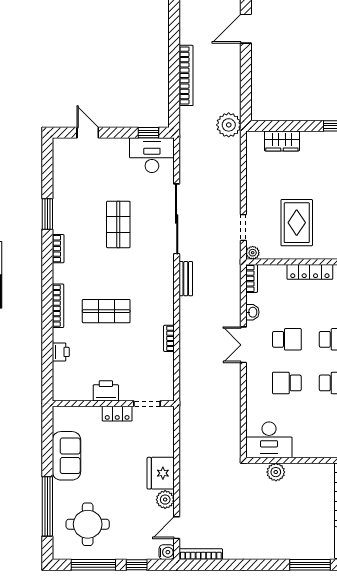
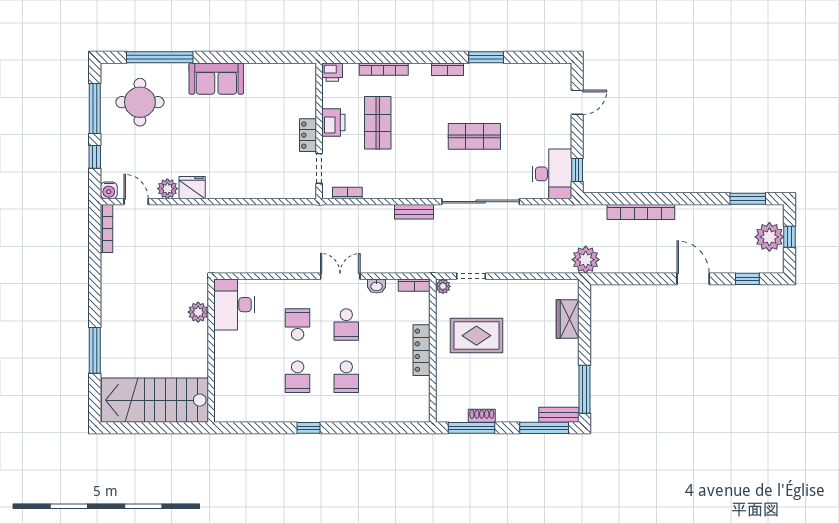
printer: (106, 391) -> (333, 122), moved
wall: (113, 404) -> (319, 131), moved
doorway: (147, 404) -> (319, 168), moved
locker: (117, 414) -> (308, 135), moved
fridge: (161, 473) -> (192, 188), width x0.73, depth x0.75

